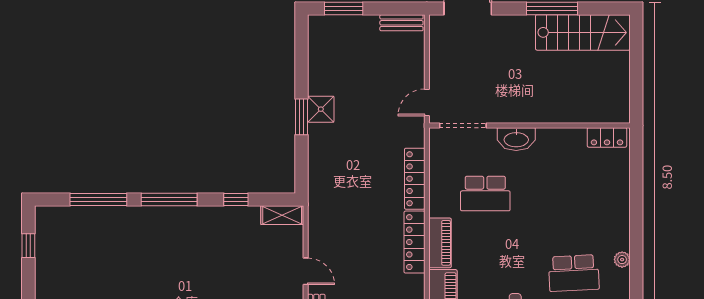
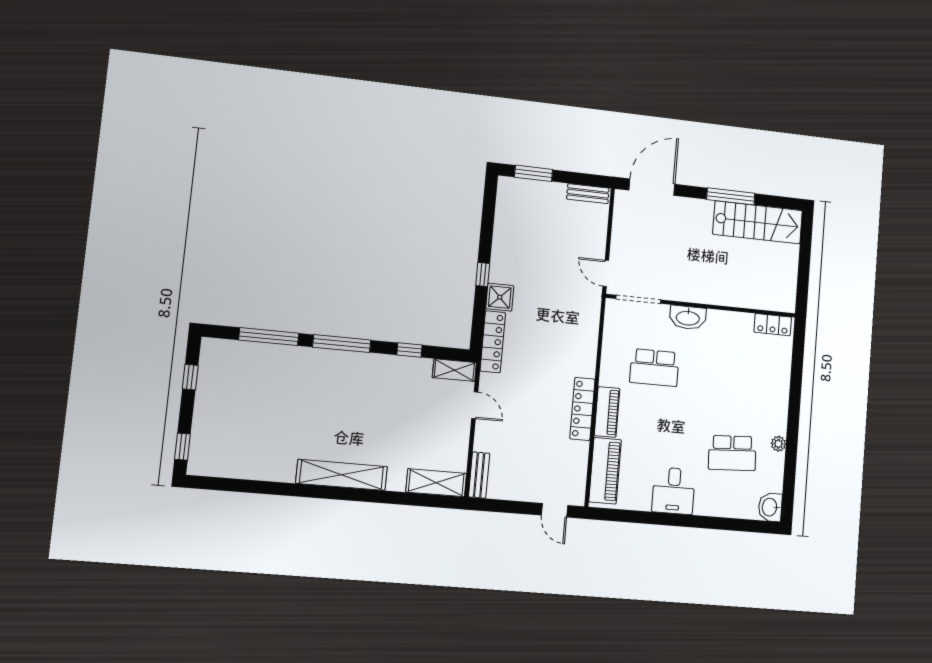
door: (427, 102) -> (606, 273), hinge flipped
shower: (321, 109) -> (500, 297), moved
window: (302, 117) -> (483, 275), width x0.67
locker: (415, 179) -> (493, 342), moved, turned 180
door: (306, 271) -> (475, 405), moved

